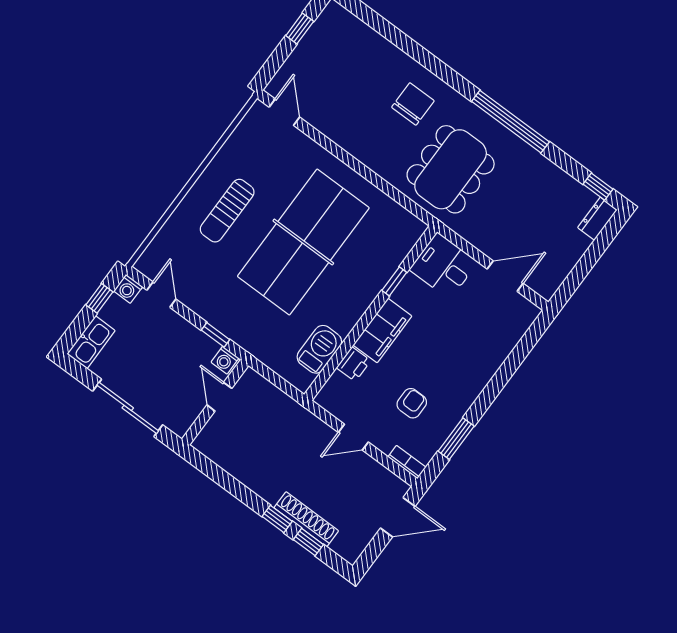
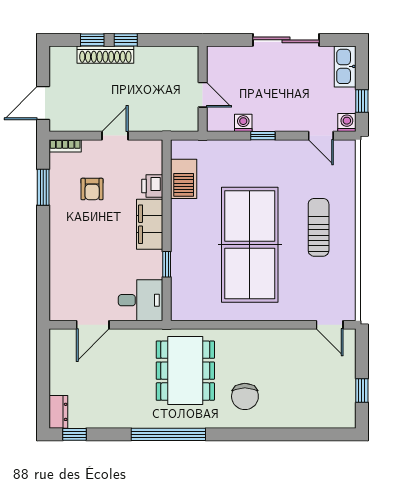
door: (219, 397) -> (203, 95), moved
wall: (215, 402) -> (203, 89), moved

